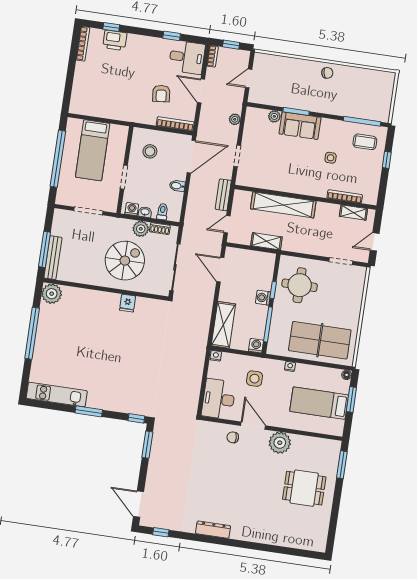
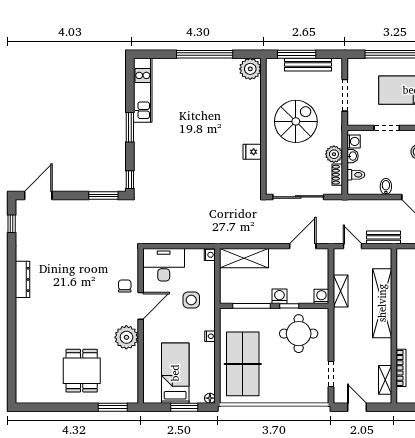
bench: (53, 258) -> (308, 65), moved
spiral stairs: (125, 261) -> (296, 121), moved, turned -90
washing machine: (256, 346) -> (321, 296), moved, turned -90

